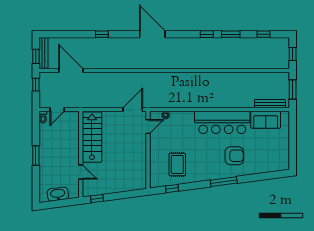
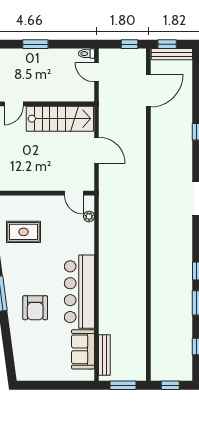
door: (133, 110) -> (97, 150), moved

